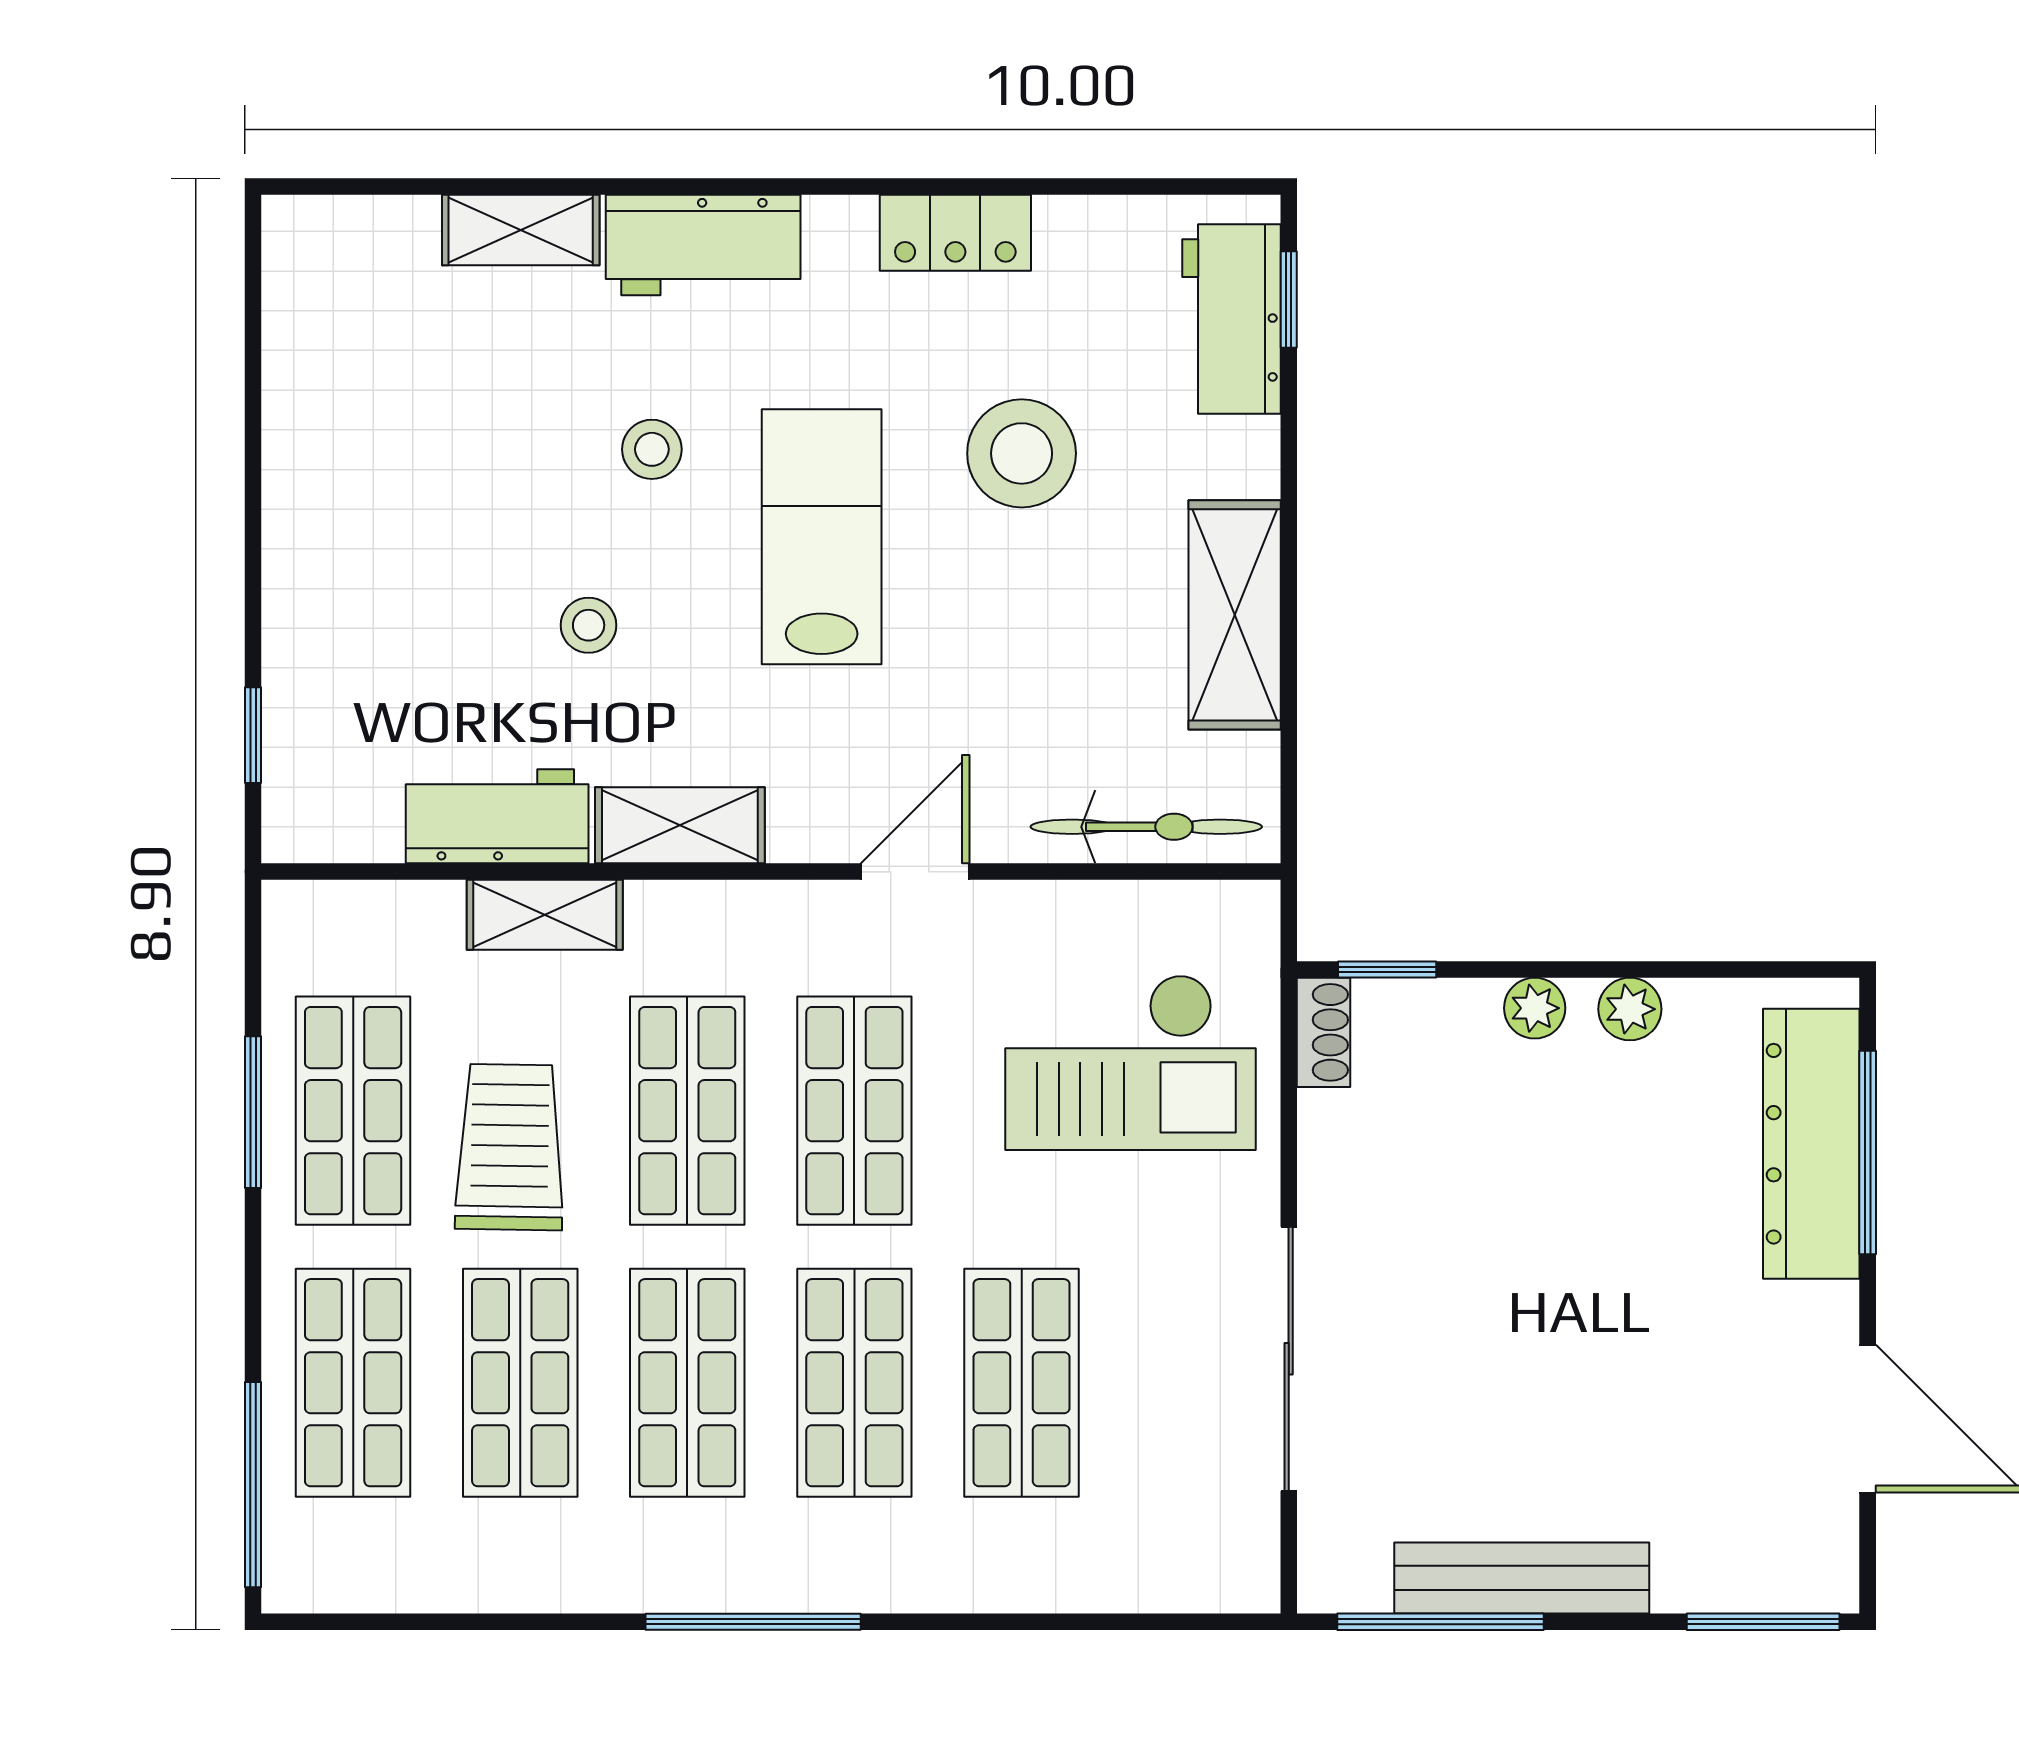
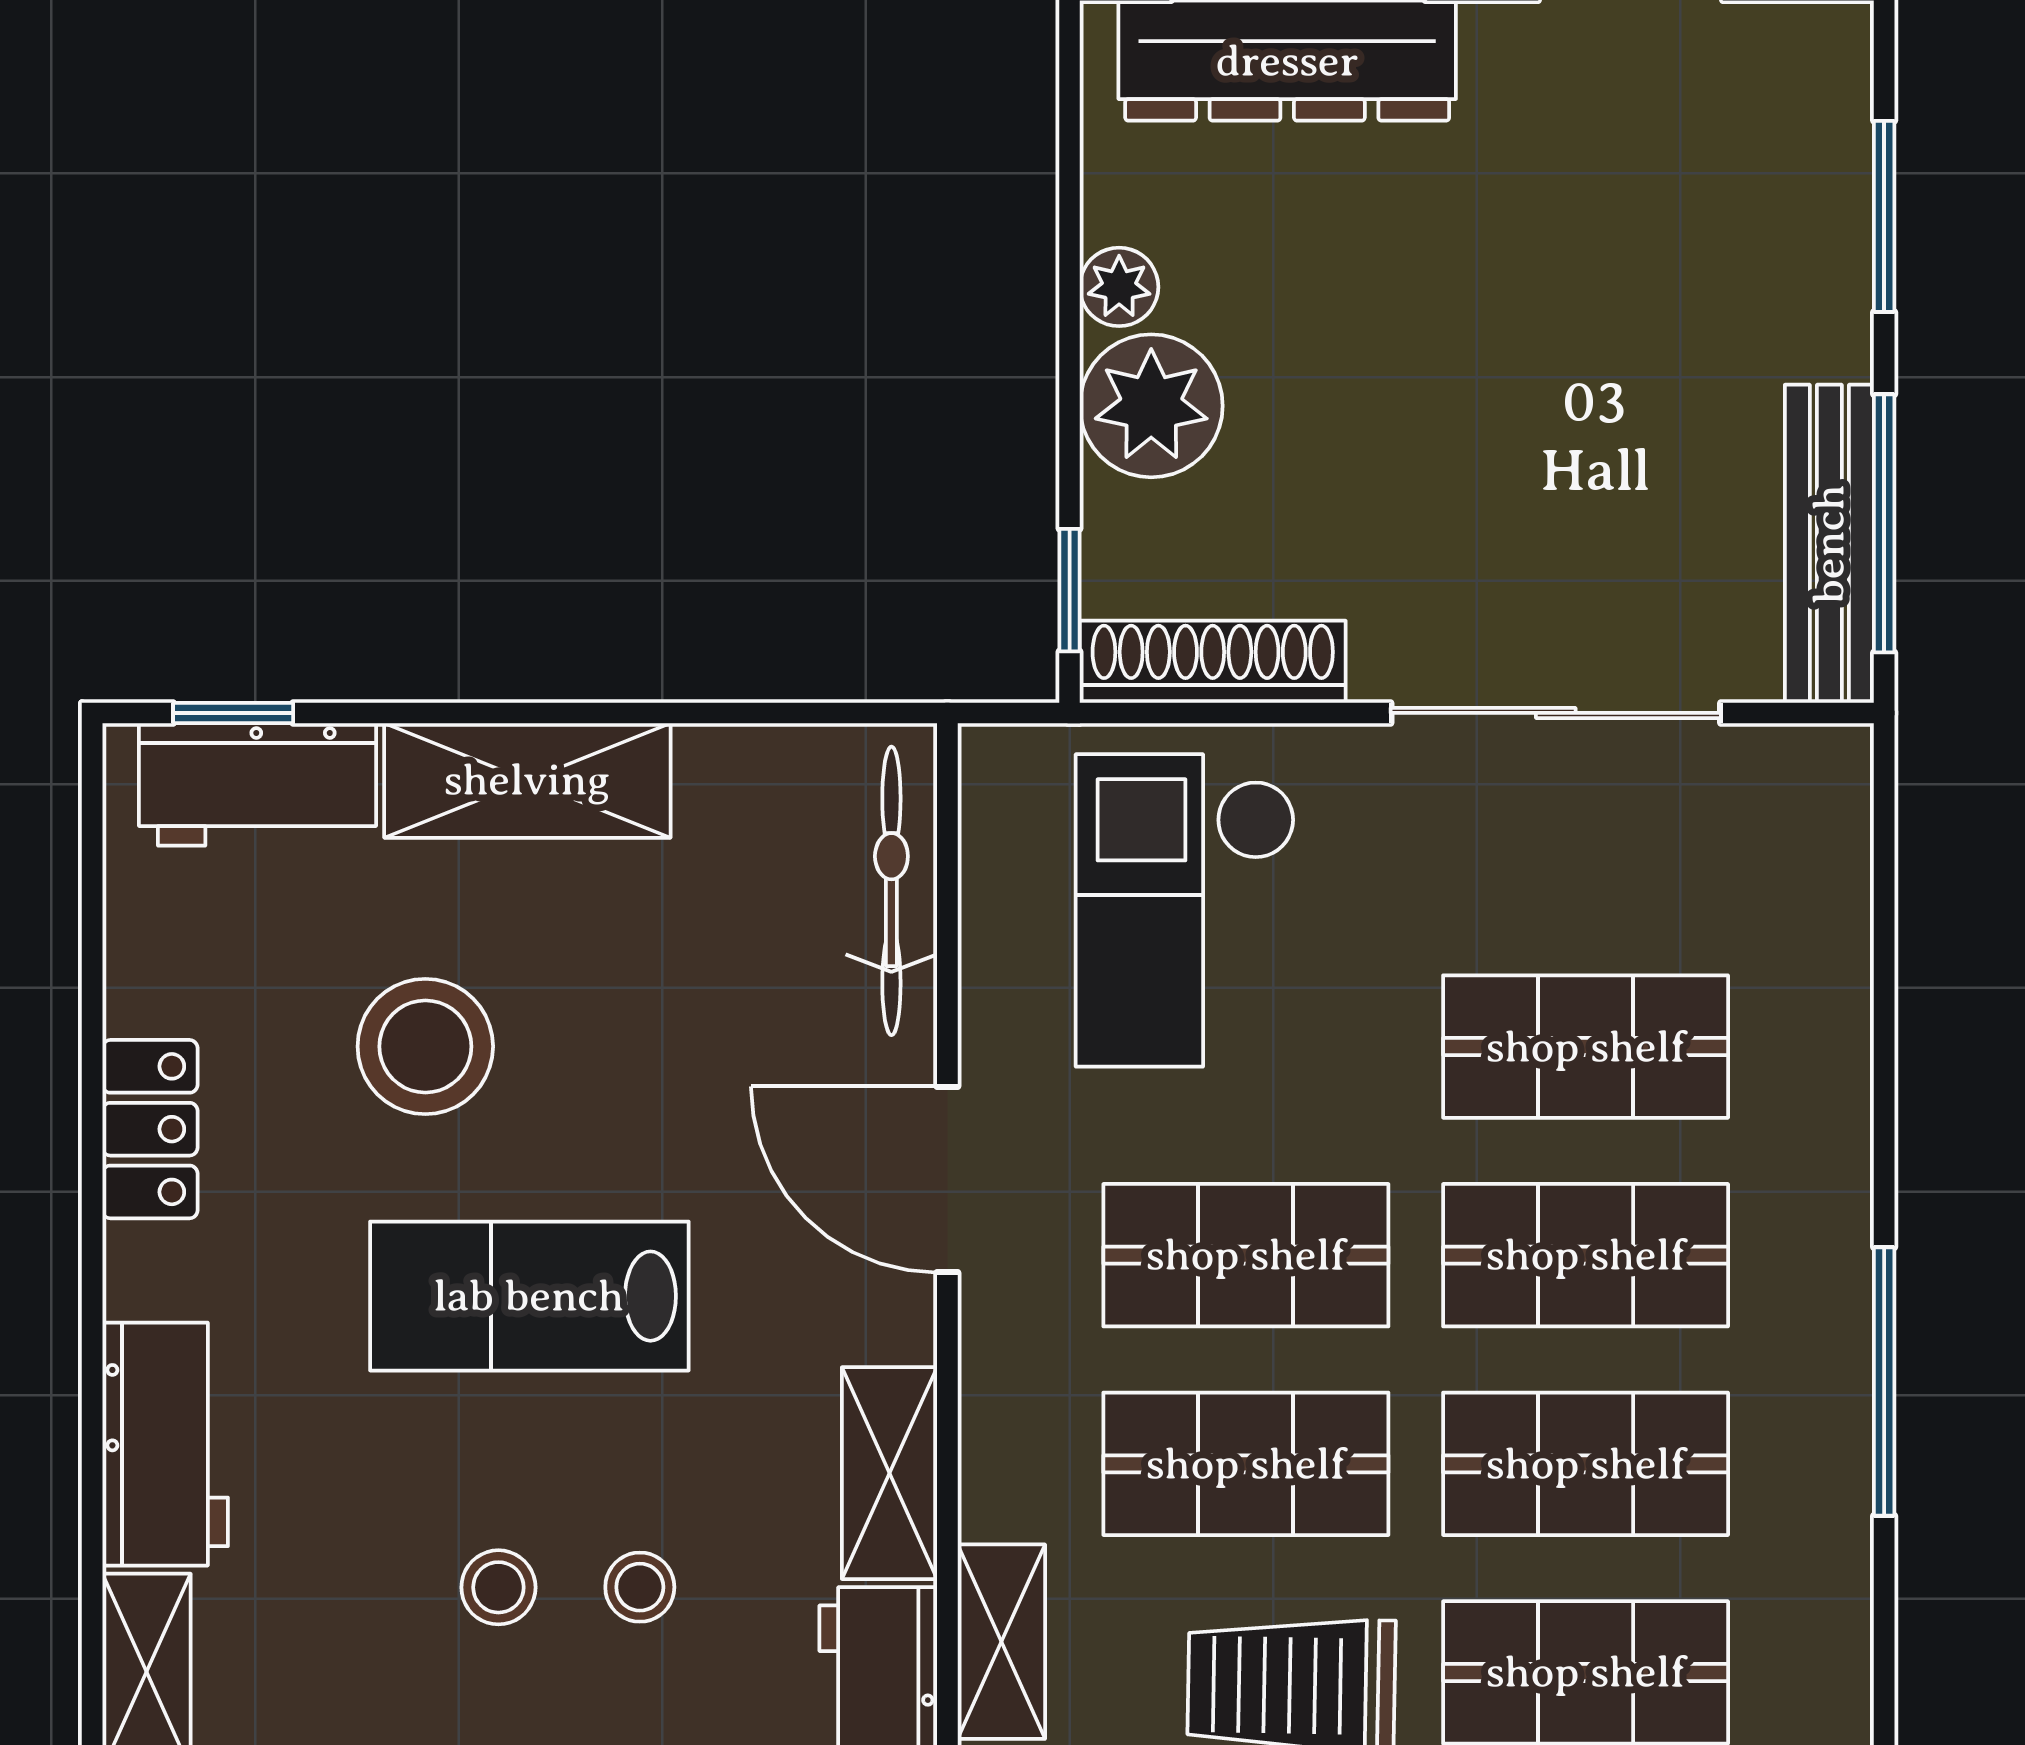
stool: (652, 449) -> (498, 1587), moved
shelving: (1235, 615) -> (527, 780), moved
door: (915, 872) -> (947, 1179), width x1.38
plant: (1535, 1008) -> (1151, 406), width x1.87, depth x1.87
shoe rack: (1323, 1032) -> (1213, 662), width x1.94, depth x1.24
checkout: (1130, 1062) -> (1185, 910), turned 180
bench: (1522, 1578) -> (1829, 544), moved
window: (1763, 1622) -> (1884, 216), moved

